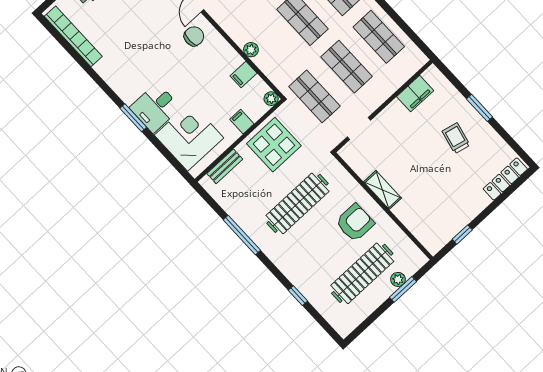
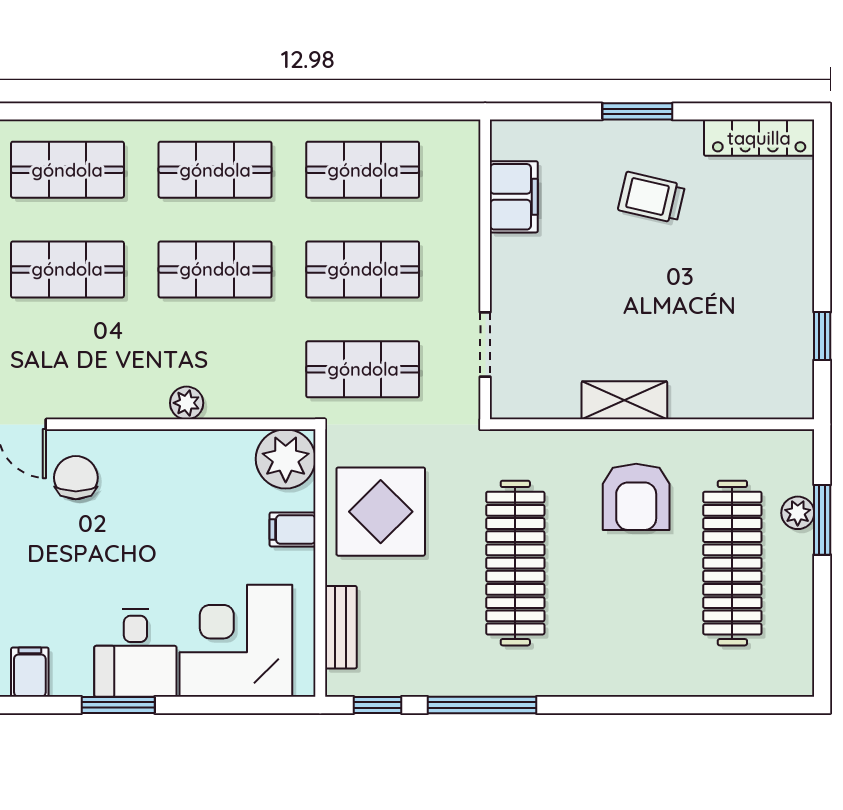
filing cabinet: (243, 75) -> (30, 672), moved, turned 180
plant: (271, 99) -> (286, 459), width x1.88, depth x1.88
locker: (505, 179) -> (759, 138), moved, turned -90
armchair: (355, 223) -> (636, 497), turned 180
window: (298, 296) -> (378, 705), moved

